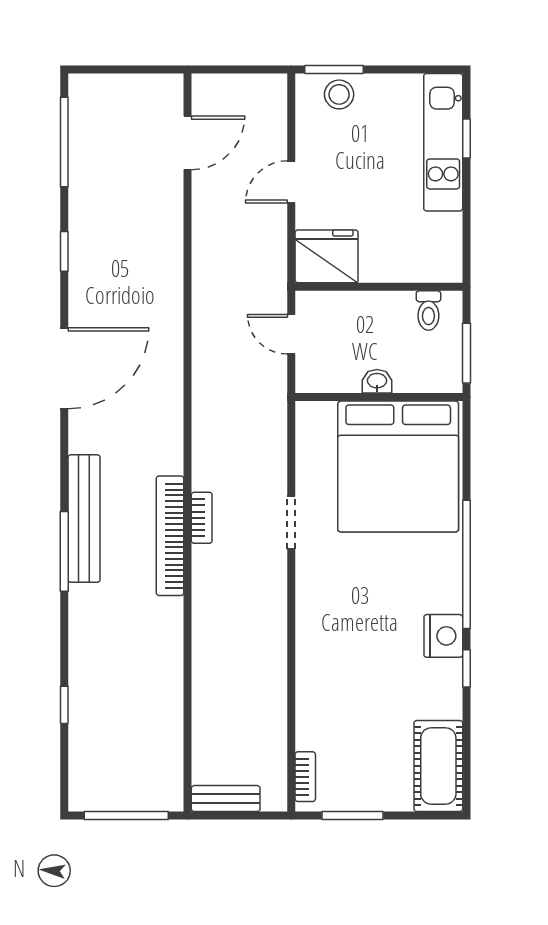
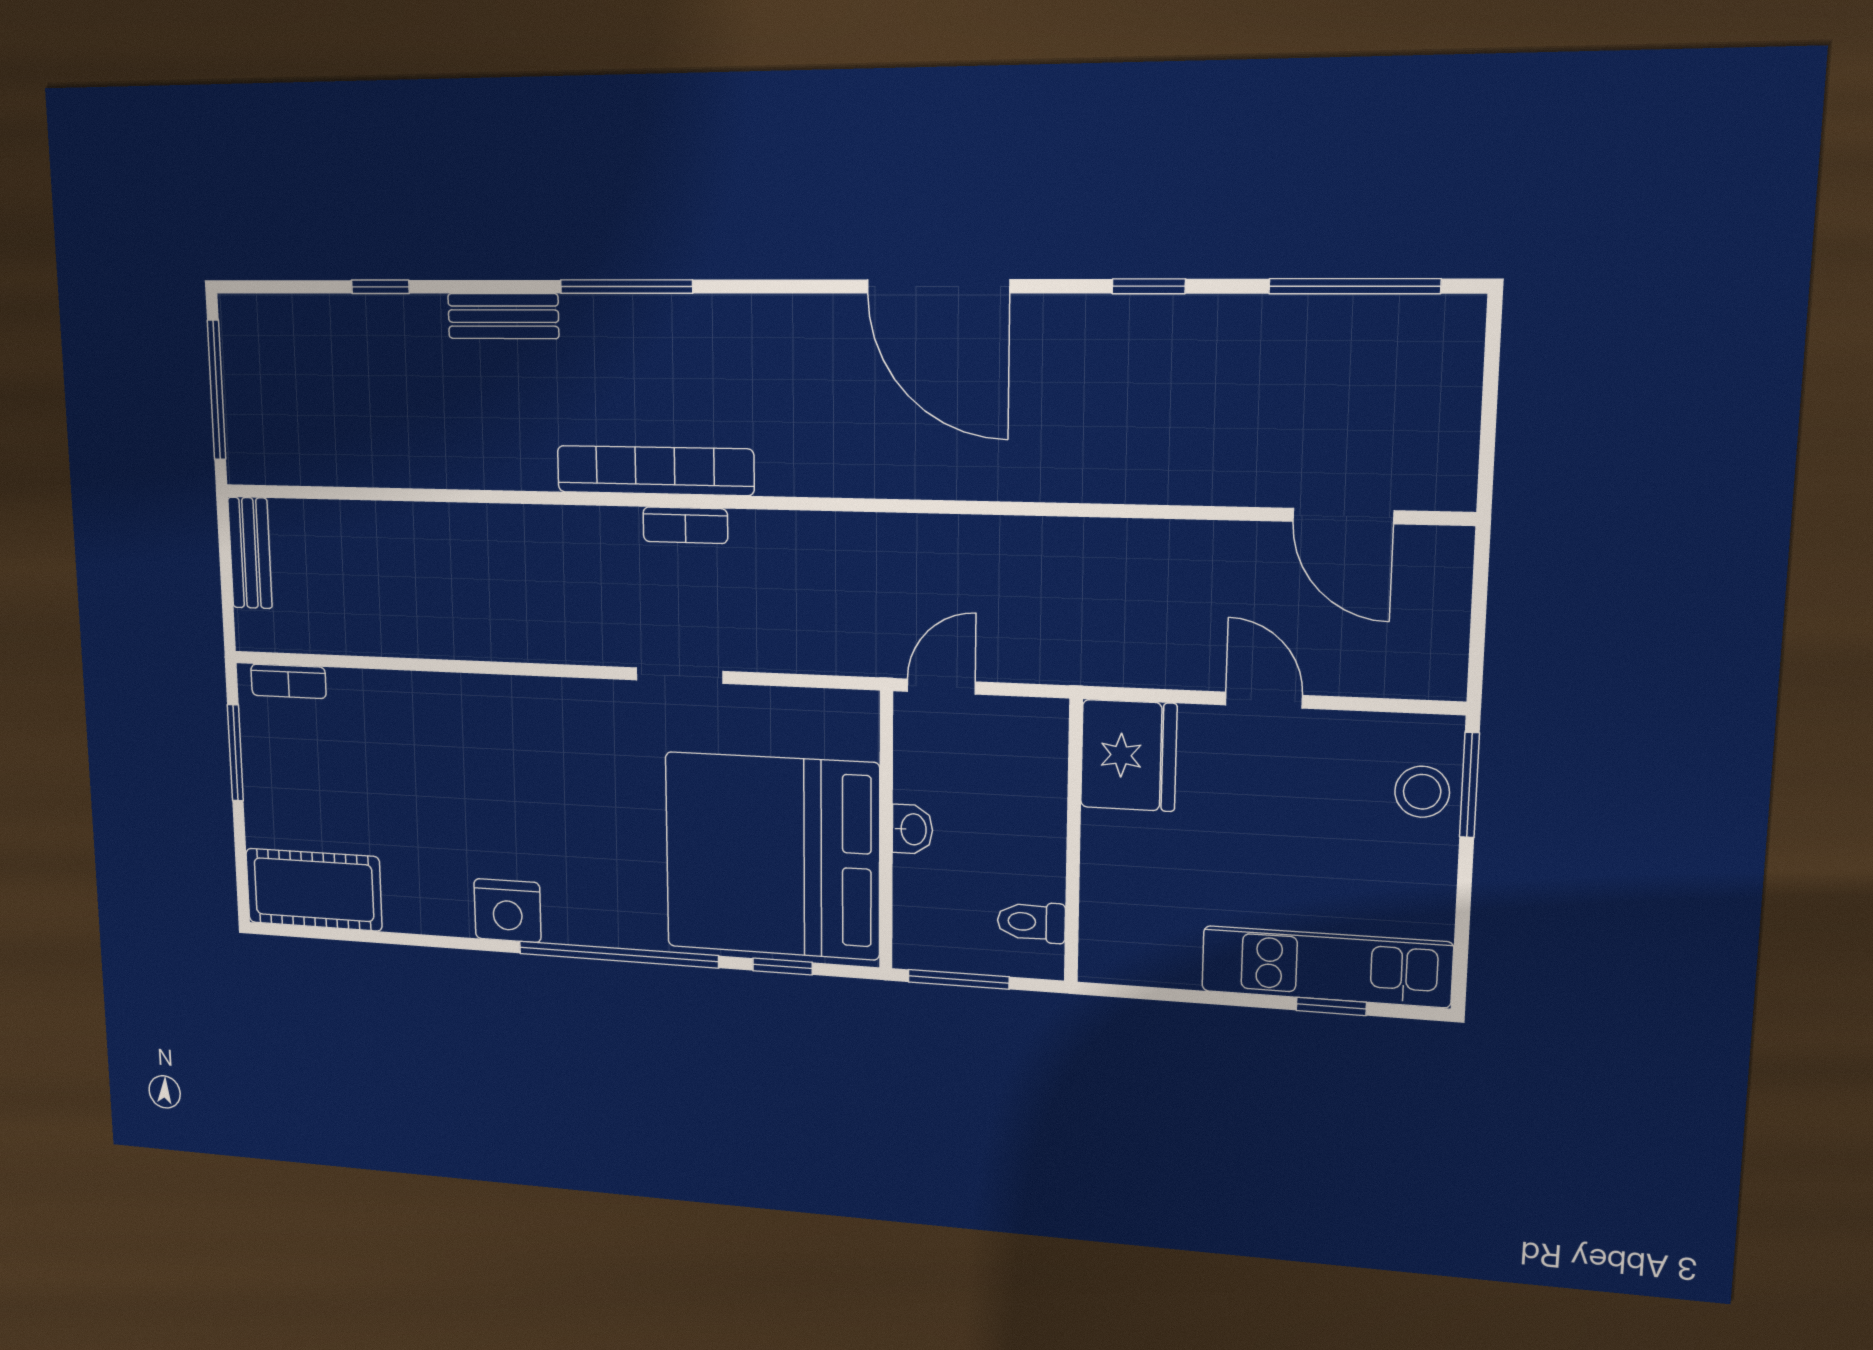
door: (291, 334) -> (941, 687), moved
bench: (84, 519) -> (503, 316), moved, width x0.54, depth x0.82
window: (466, 668) -> (782, 967), moved

